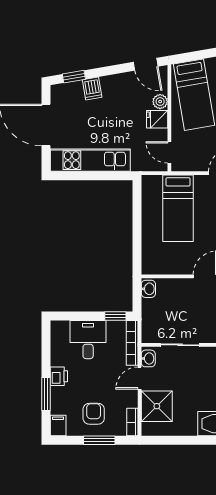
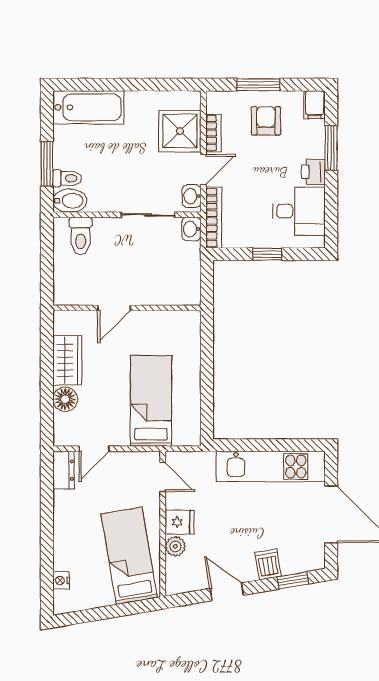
door: (146, 64) -> (227, 592), moved
washbasin: (148, 289) -> (191, 229), moved
window: (115, 316) -> (267, 254), moved
desk: (88, 340) -> (299, 211), moved, turned -90
armchair: (94, 414) -> (266, 121), turned 180
bookcase: (132, 422) -> (213, 133), moved

